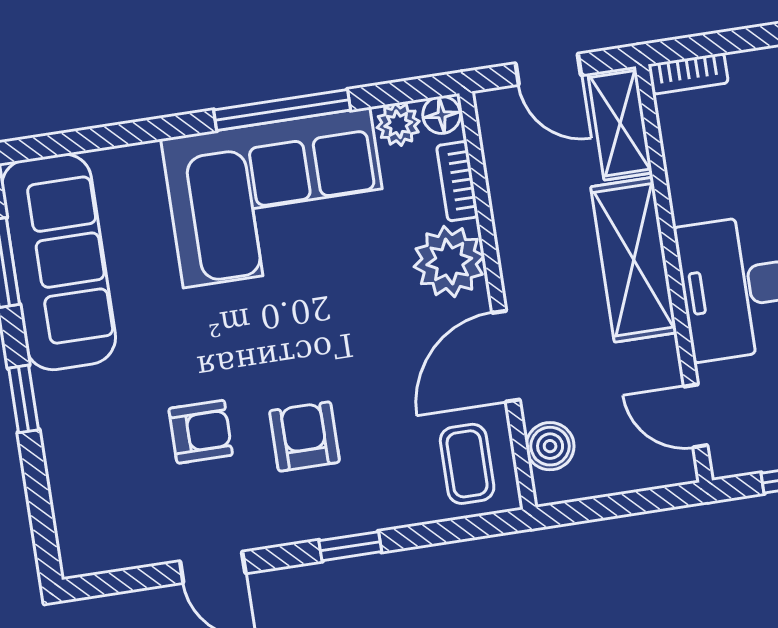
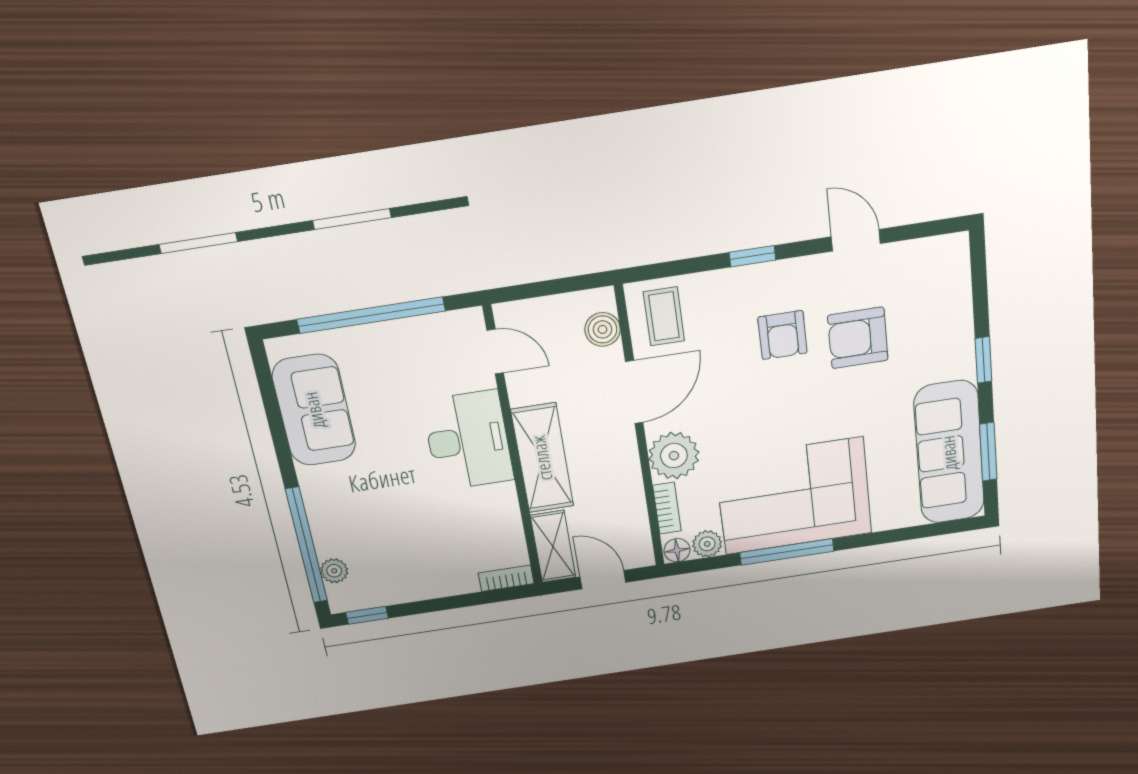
armchair: (201, 432) -> (858, 338), width x1.38, depth x1.38

